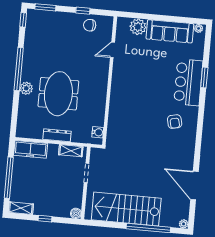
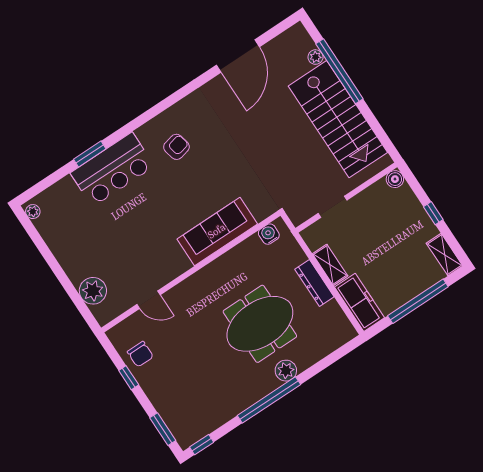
sofa: (170, 31) -> (217, 231), moved, turned -90
shelving: (71, 151) -> (330, 265), moved
plant: (184, 224) -> (316, 57), moved

